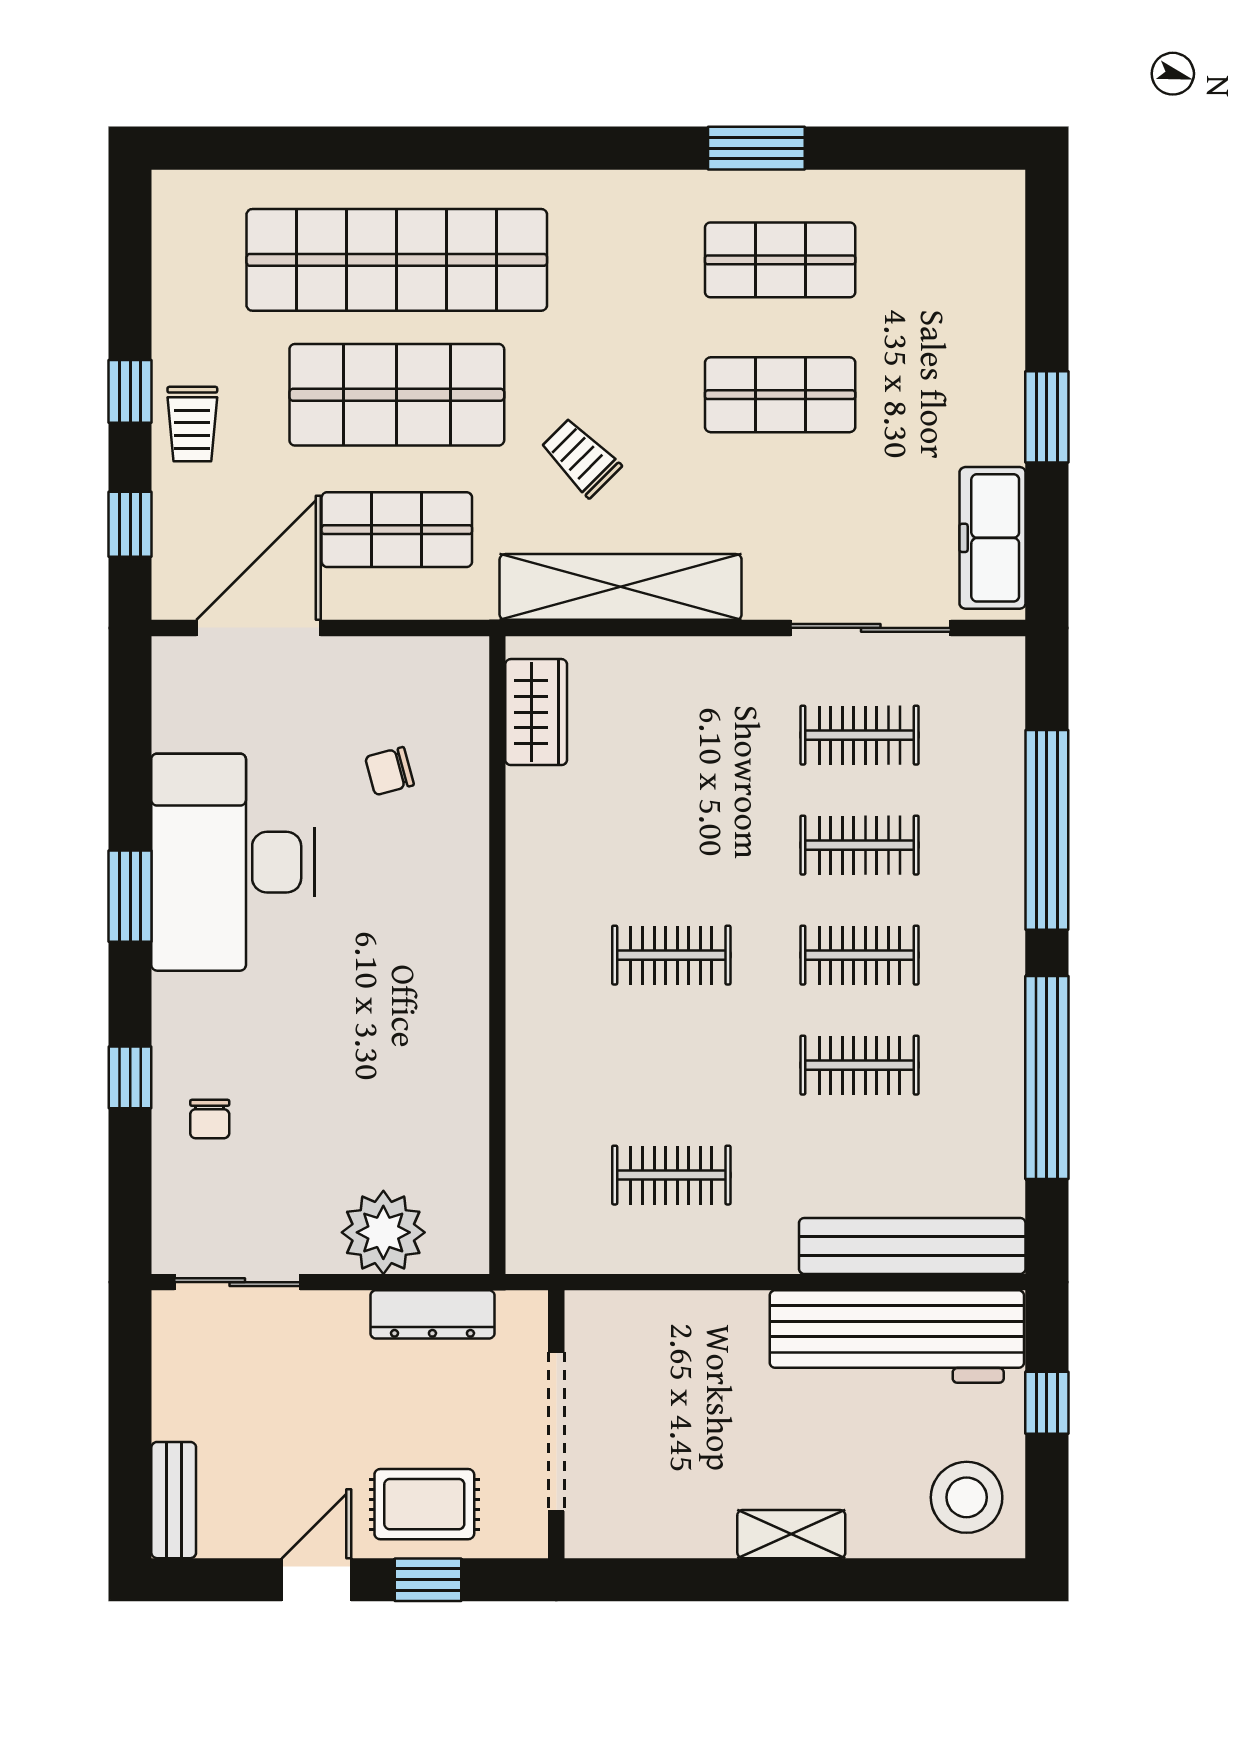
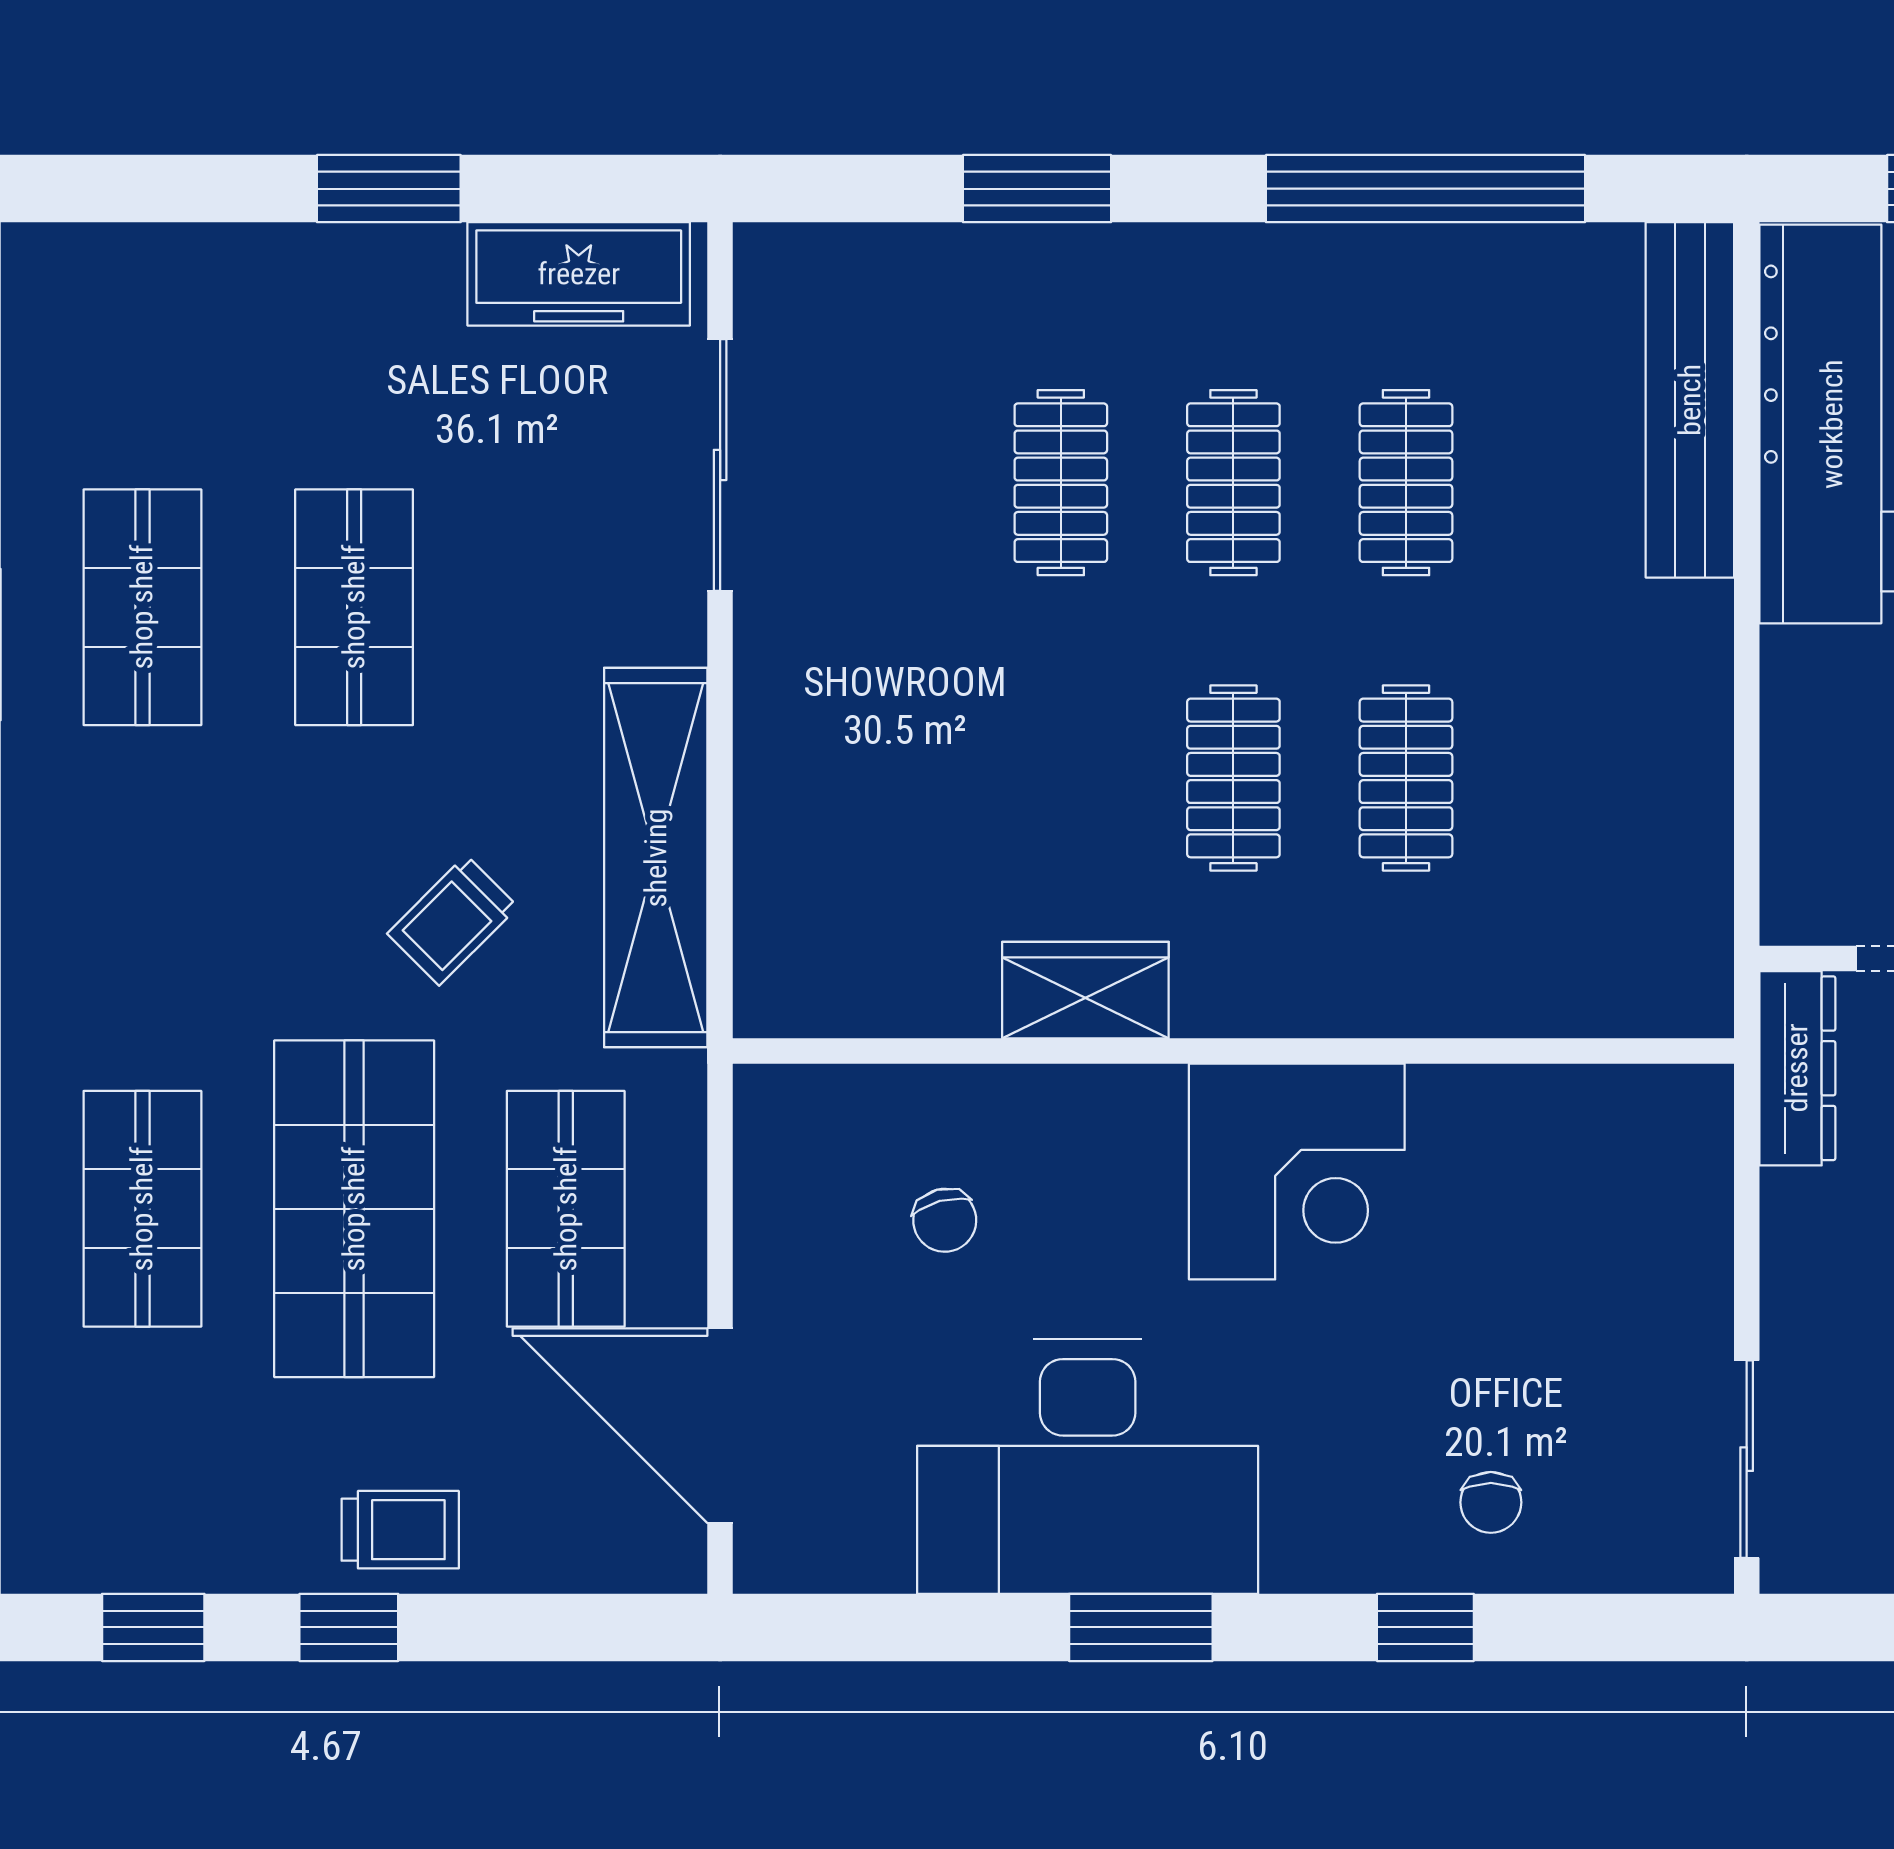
shop shelf: (397, 260) -> (142, 1209), width x0.50, depth x0.74
window: (130, 524) -> (153, 1627), moved
wardrobe: (536, 712) -> (1085, 990), moved
clothes rail: (859, 735) -> (888, 483), removed
window: (1047, 830) -> (1037, 189), width x0.47
corner desk: (421, 995) -> (1297, 1172), added
chair: (210, 1119) -> (1491, 1502), turned 90
clothes rail: (671, 1175) -> (1406, 778), moved
plant: (383, 1232) -> (1669, 1230), removed
dresser: (432, 1314) -> (1797, 1068), moved

